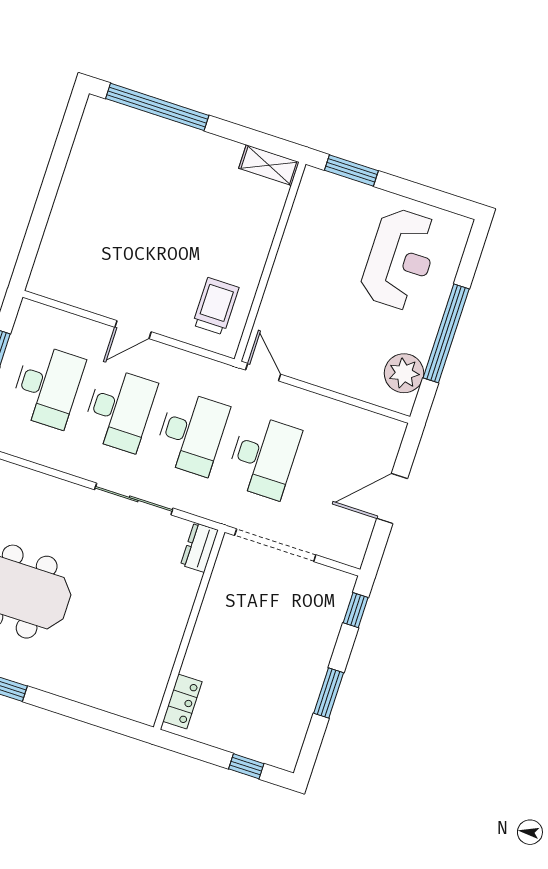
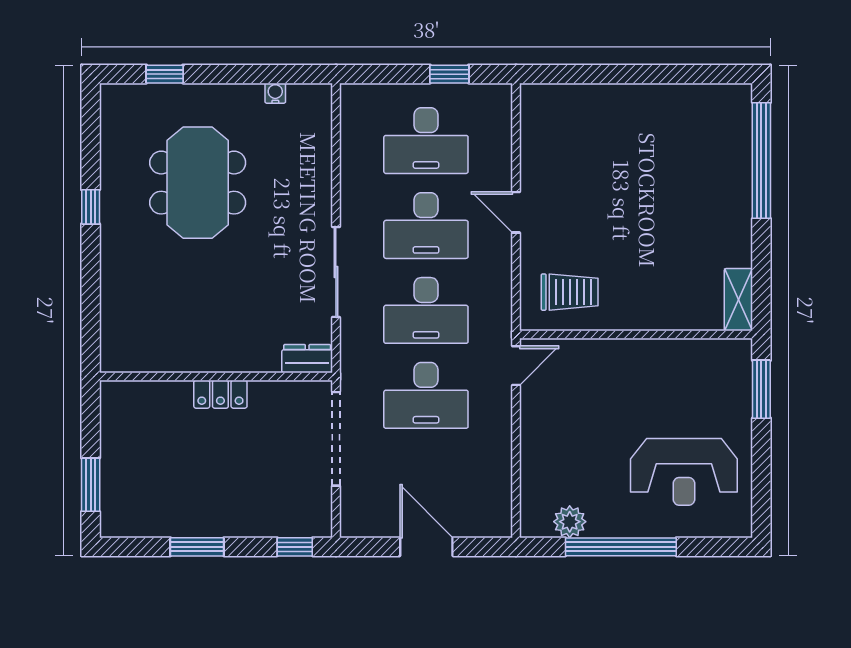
plant: (404, 373) -> (570, 522), width x0.73, depth x0.73
locker: (182, 702) -> (220, 394), moved
window: (246, 766) -> (91, 485), width x1.50

